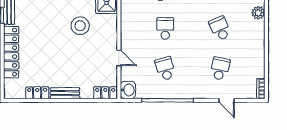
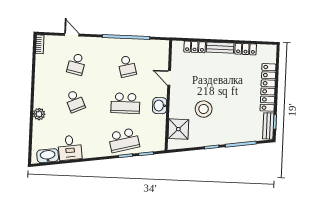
school desk: (165, 28) -> (125, 103), width x1.85
washbasin: (128, 90) -> (160, 106), moved
locker: (105, 93) -> (195, 47), moved

